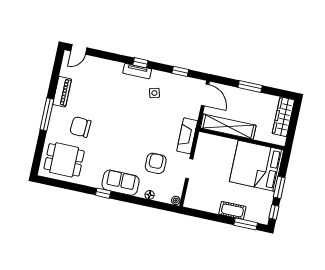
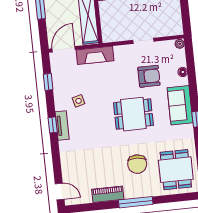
fireplace: (187, 136) -> (95, 55), moved
dining table: (126, 138) -> (133, 114), added
armchair: (156, 163) -> (149, 76), turned 180

